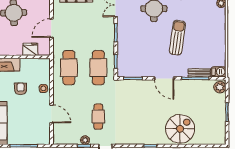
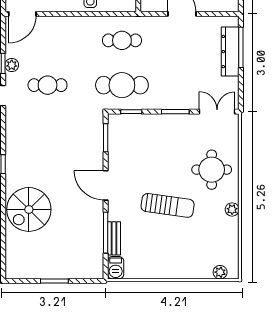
cafe table: (69, 68) -> (122, 40), width x0.73, depth x0.74
door: (164, 78) -> (106, 185), hinge flipped
plant: (220, 87) -> (92, 270), removed
door: (51, 114) -> (22, 14), moved
spiral stairs: (180, 129) -> (29, 209), turned 90

